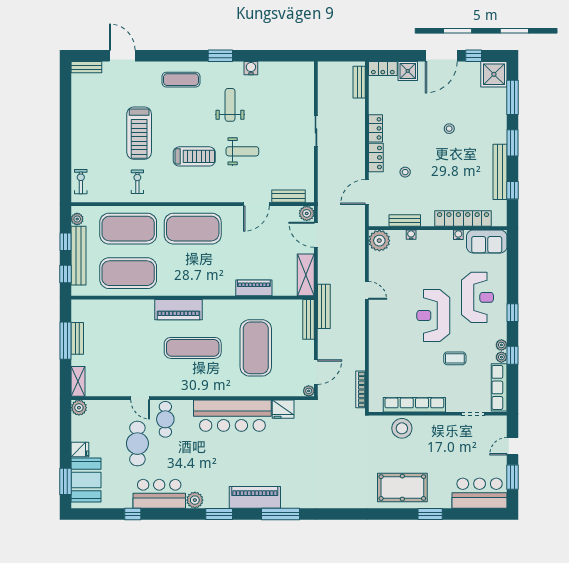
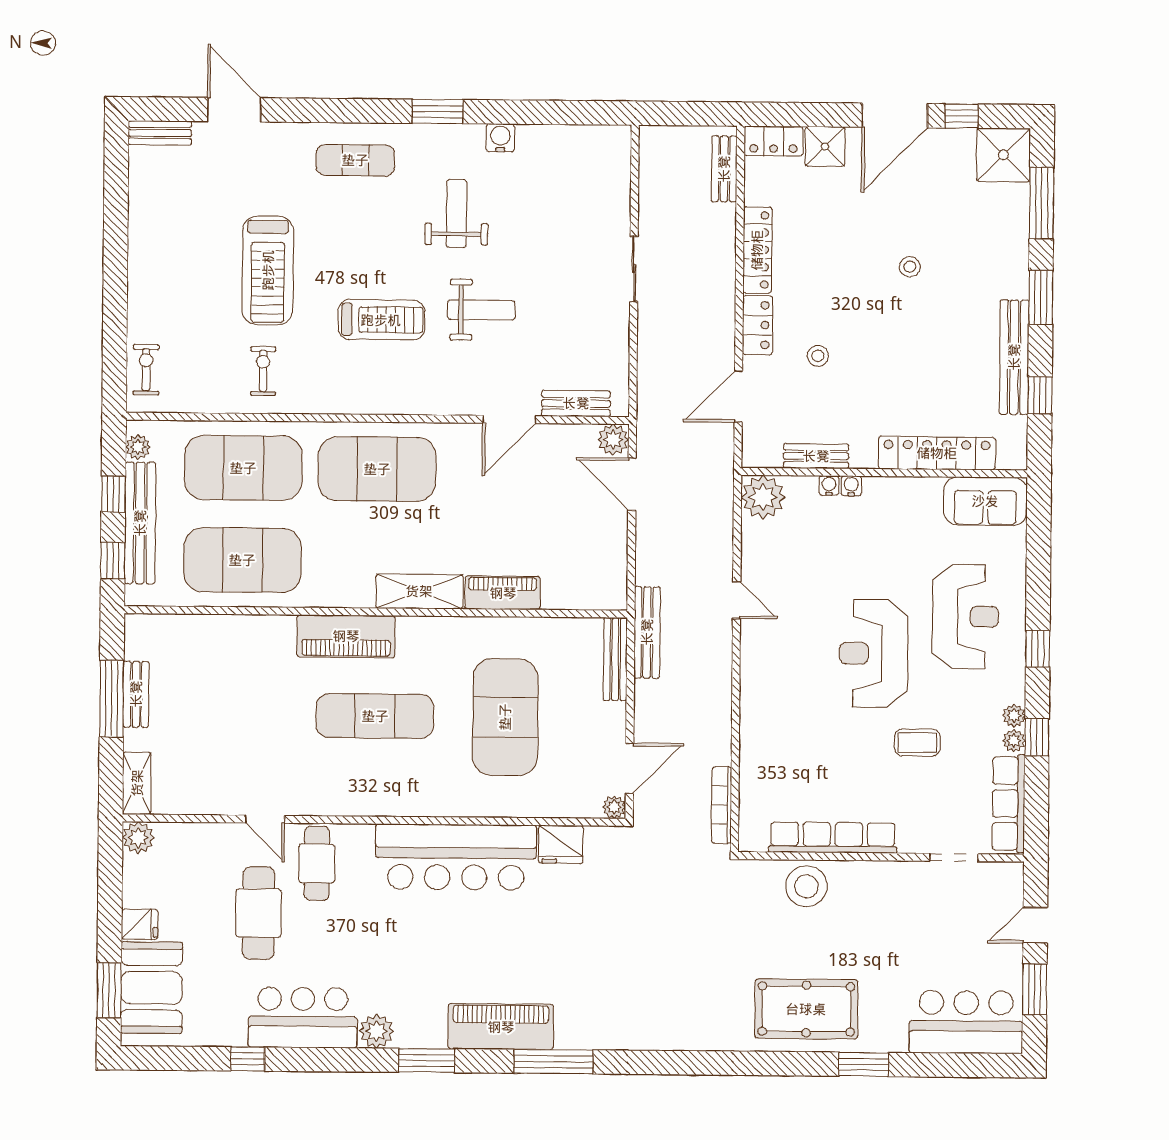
locker: (376, 128) -> (757, 250), width x1.53
water cooler: (458, 235) -> (851, 486), moved
shelving: (306, 275) -> (419, 591), moved, turned 90

